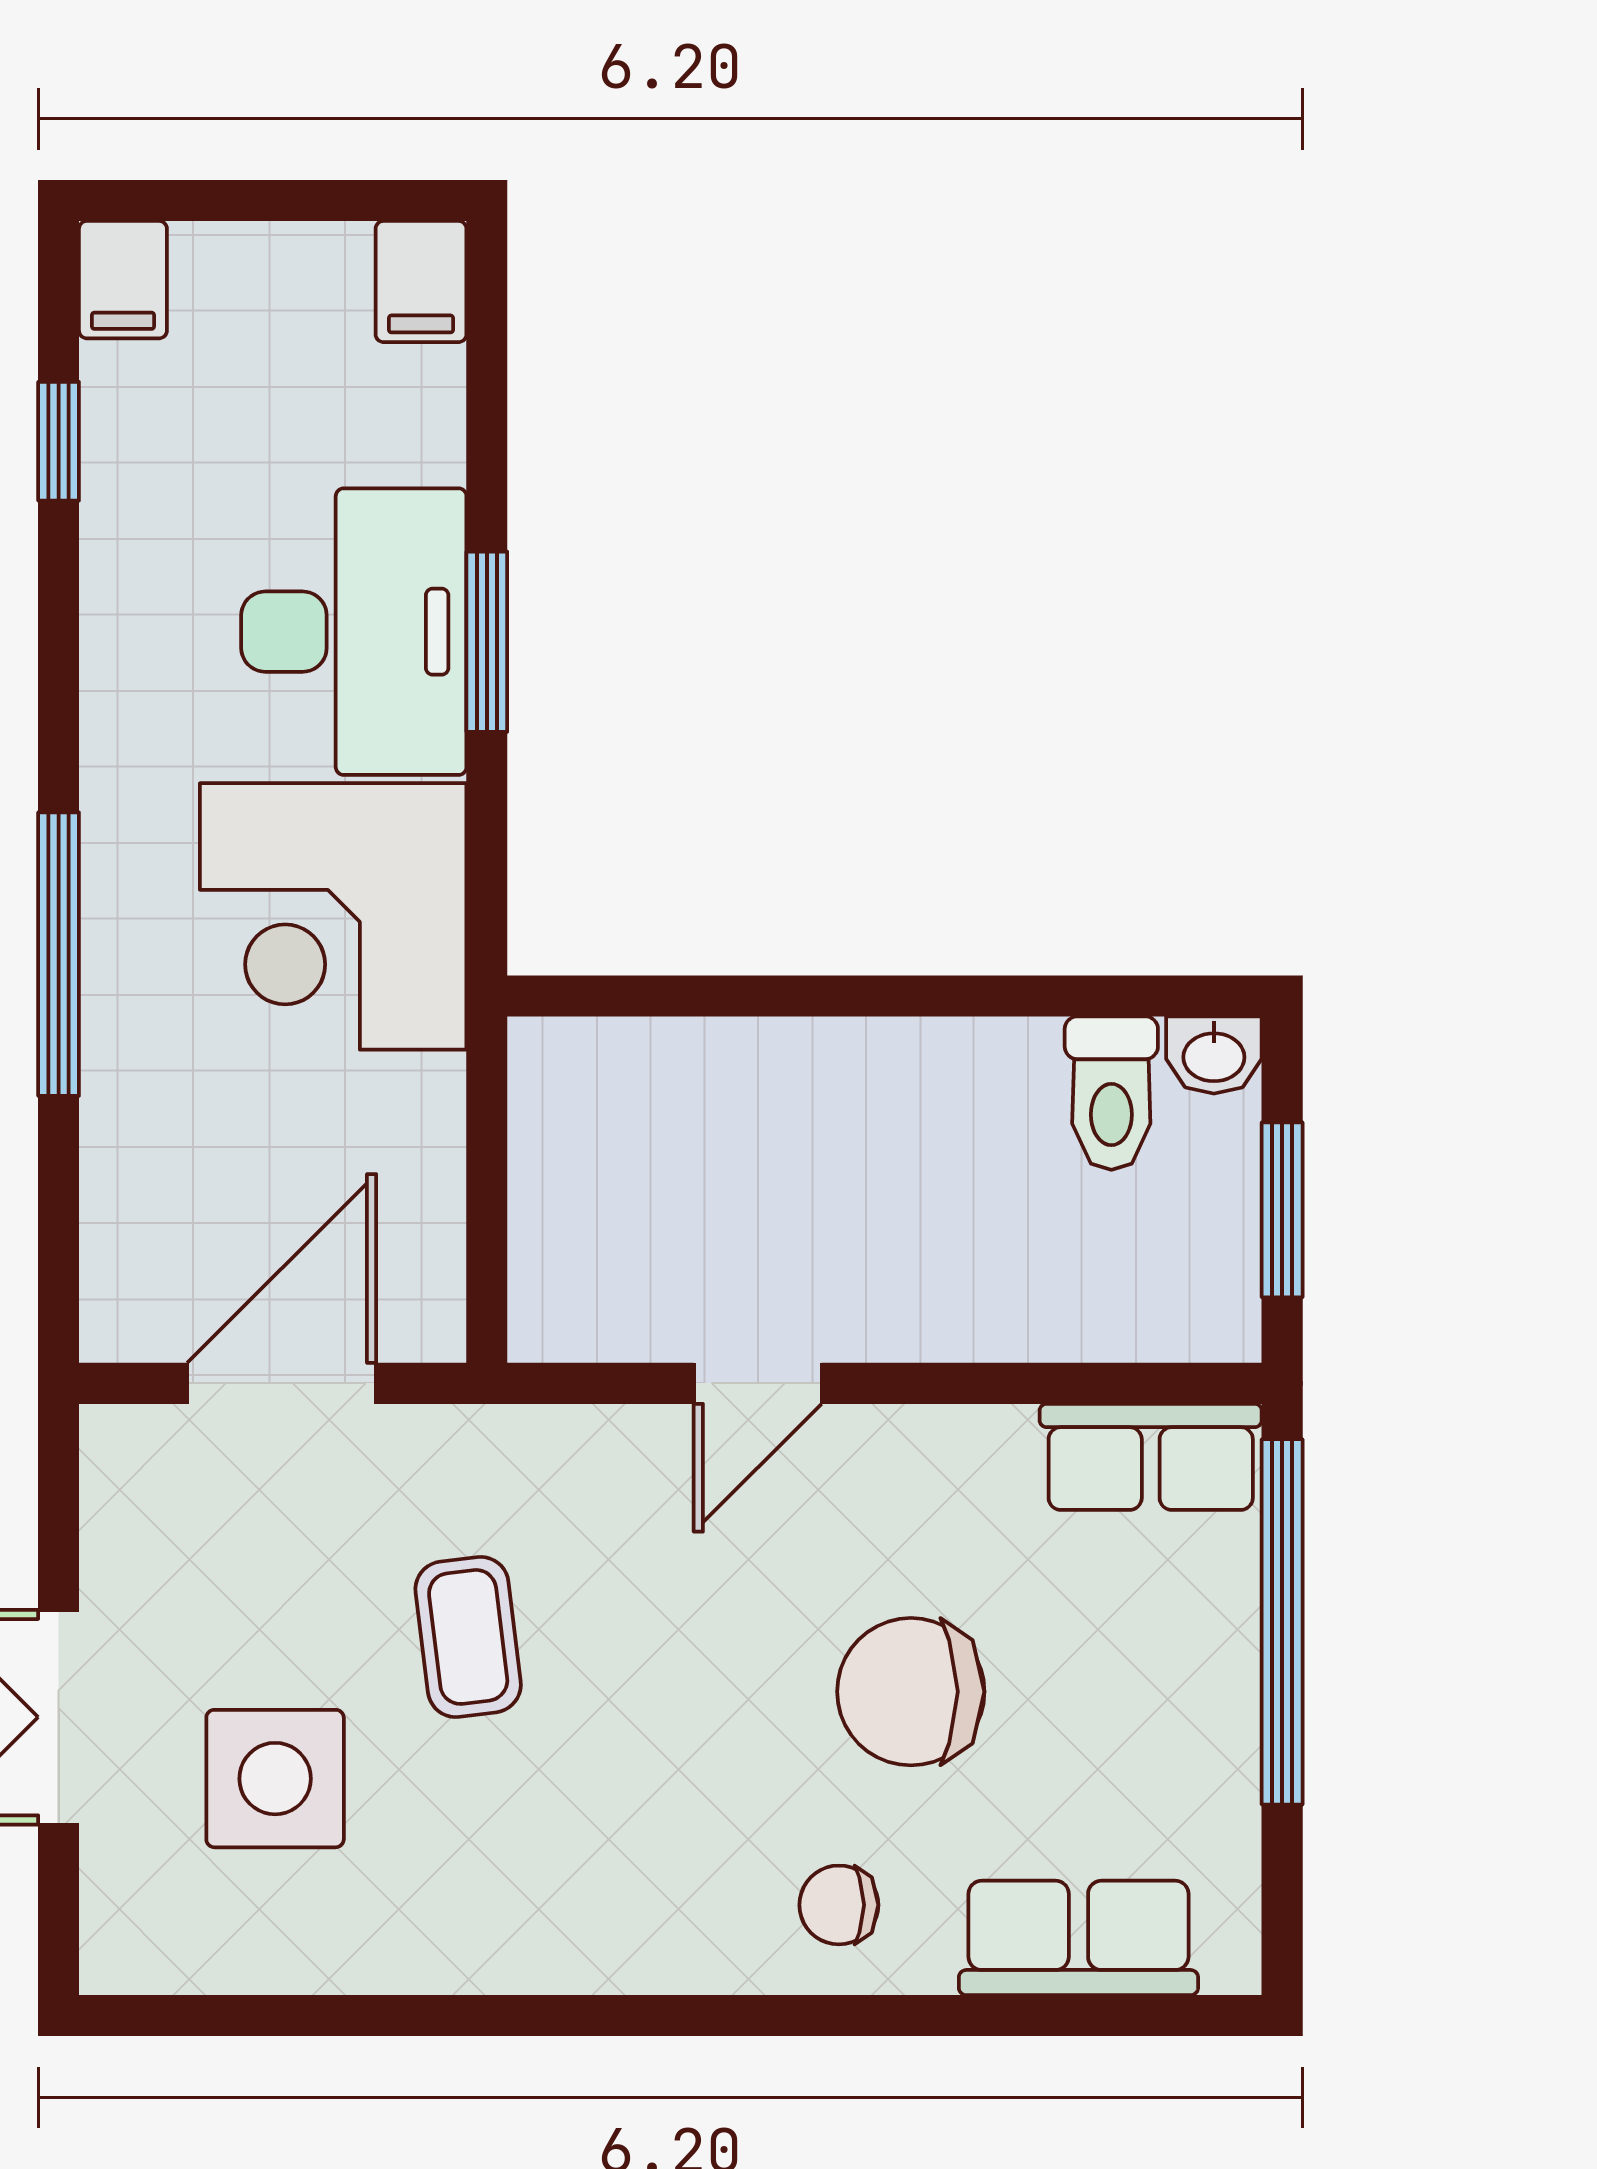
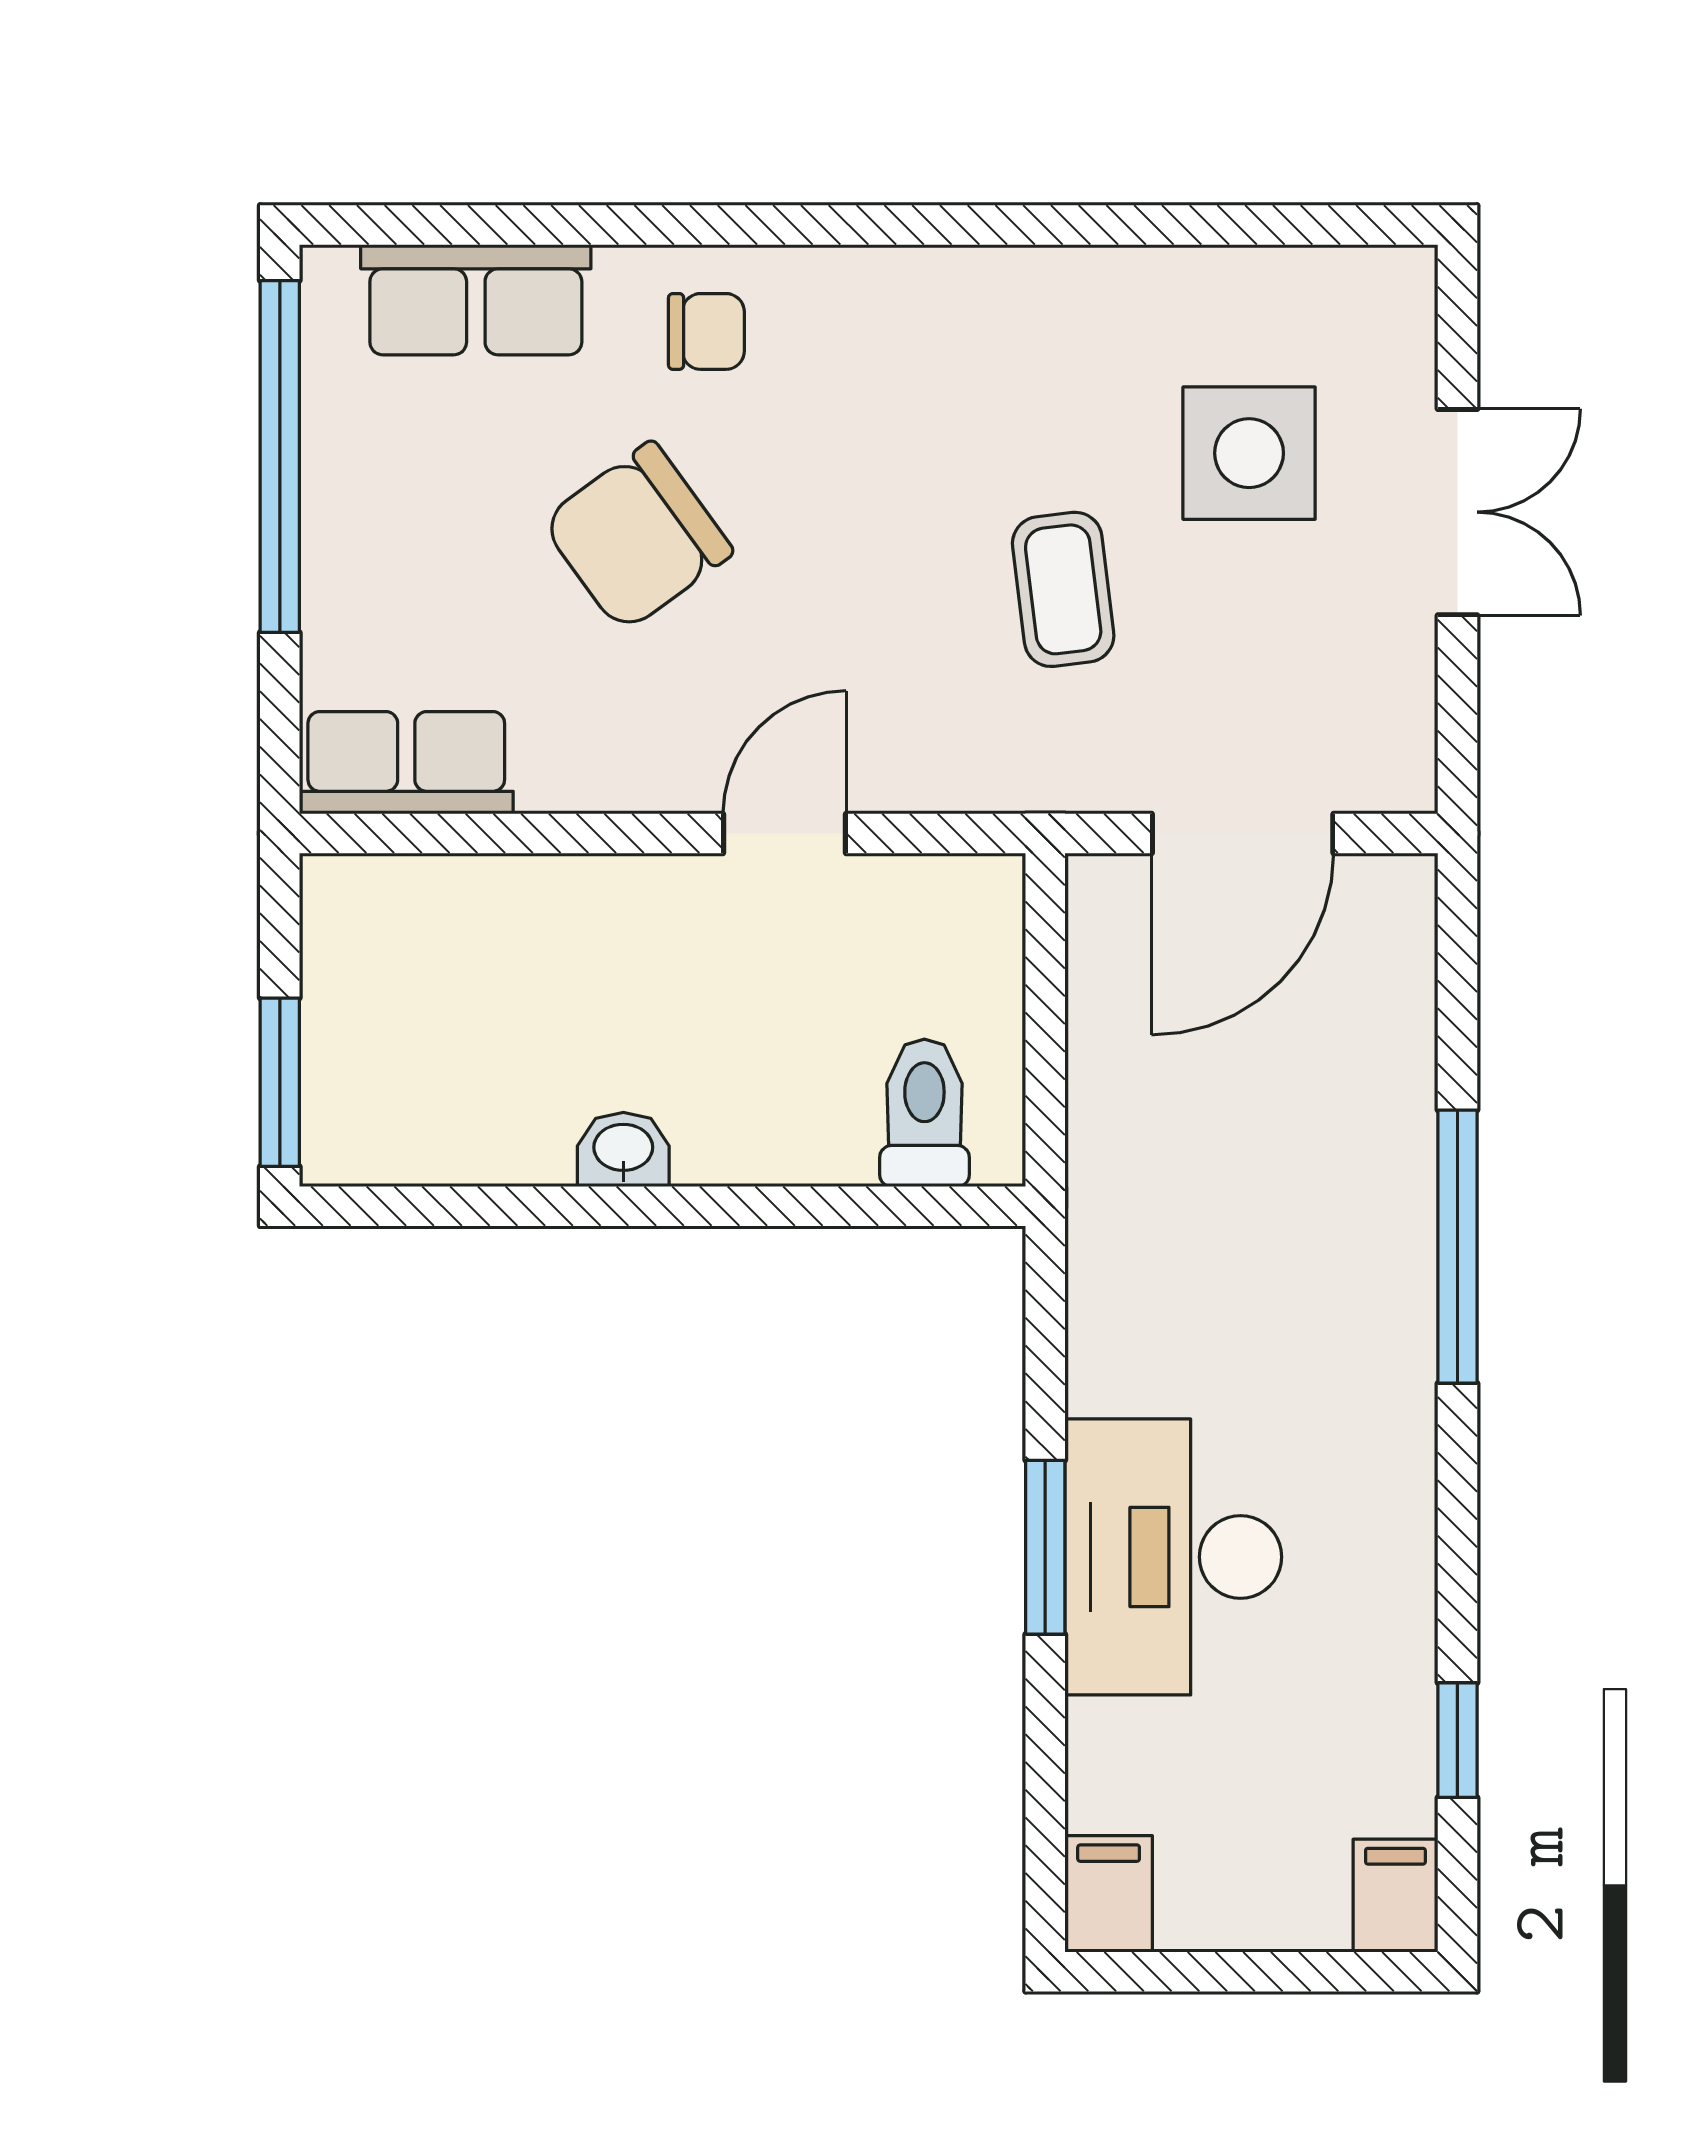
corner desk: (333, 916) -> (1193, 1283), removed
washbasin: (1214, 1055) -> (623, 1150), moved
toilet: (1111, 1093) -> (924, 1113), moved
window: (1282, 1210) -> (280, 1082), moved
window: (1282, 1622) -> (280, 457), moved
chair: (911, 1692) -> (637, 537), turned 144

